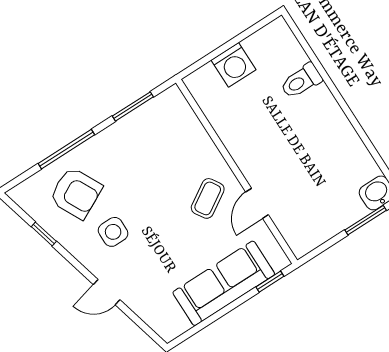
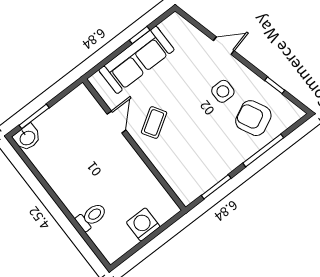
window: (270, 282) -> (140, 35), moved

